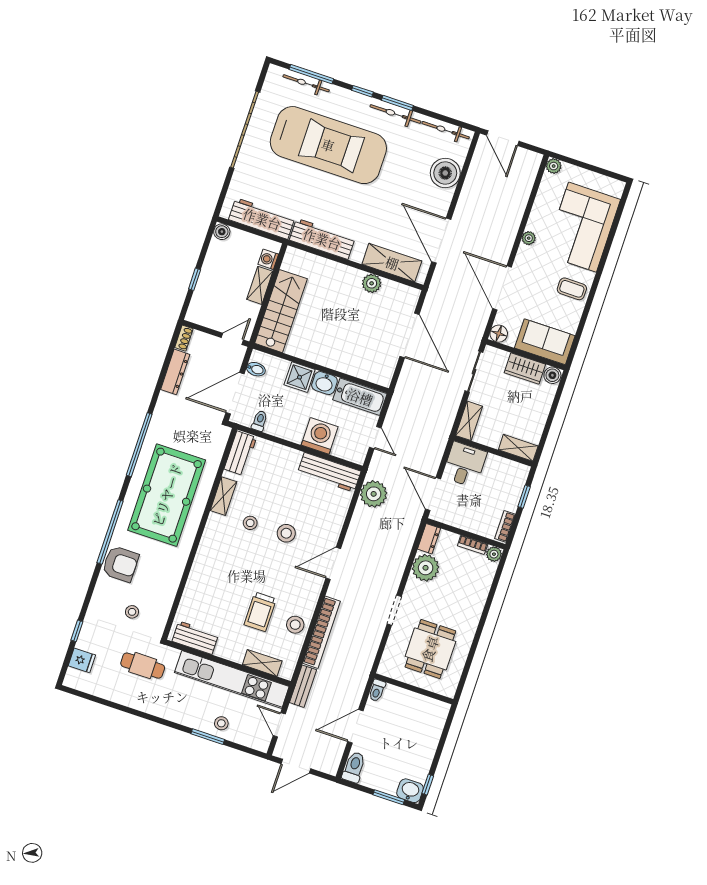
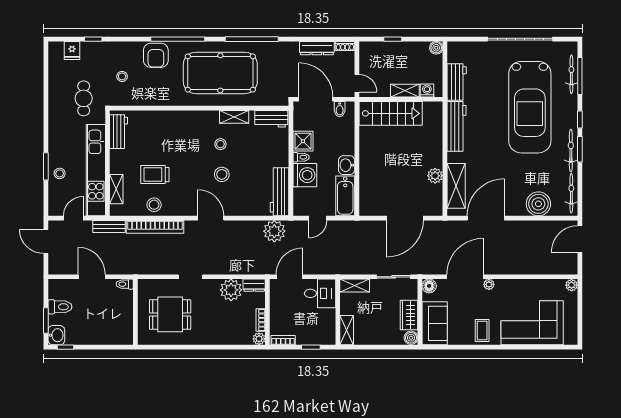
workbench: (262, 219) -> (457, 82), width x0.73
plant: (529, 238) -> (489, 284), moved
shower: (300, 377) -> (303, 141), moved
toilet: (260, 421) -> (301, 157), moved
toilet: (354, 767) -> (60, 307), moved

